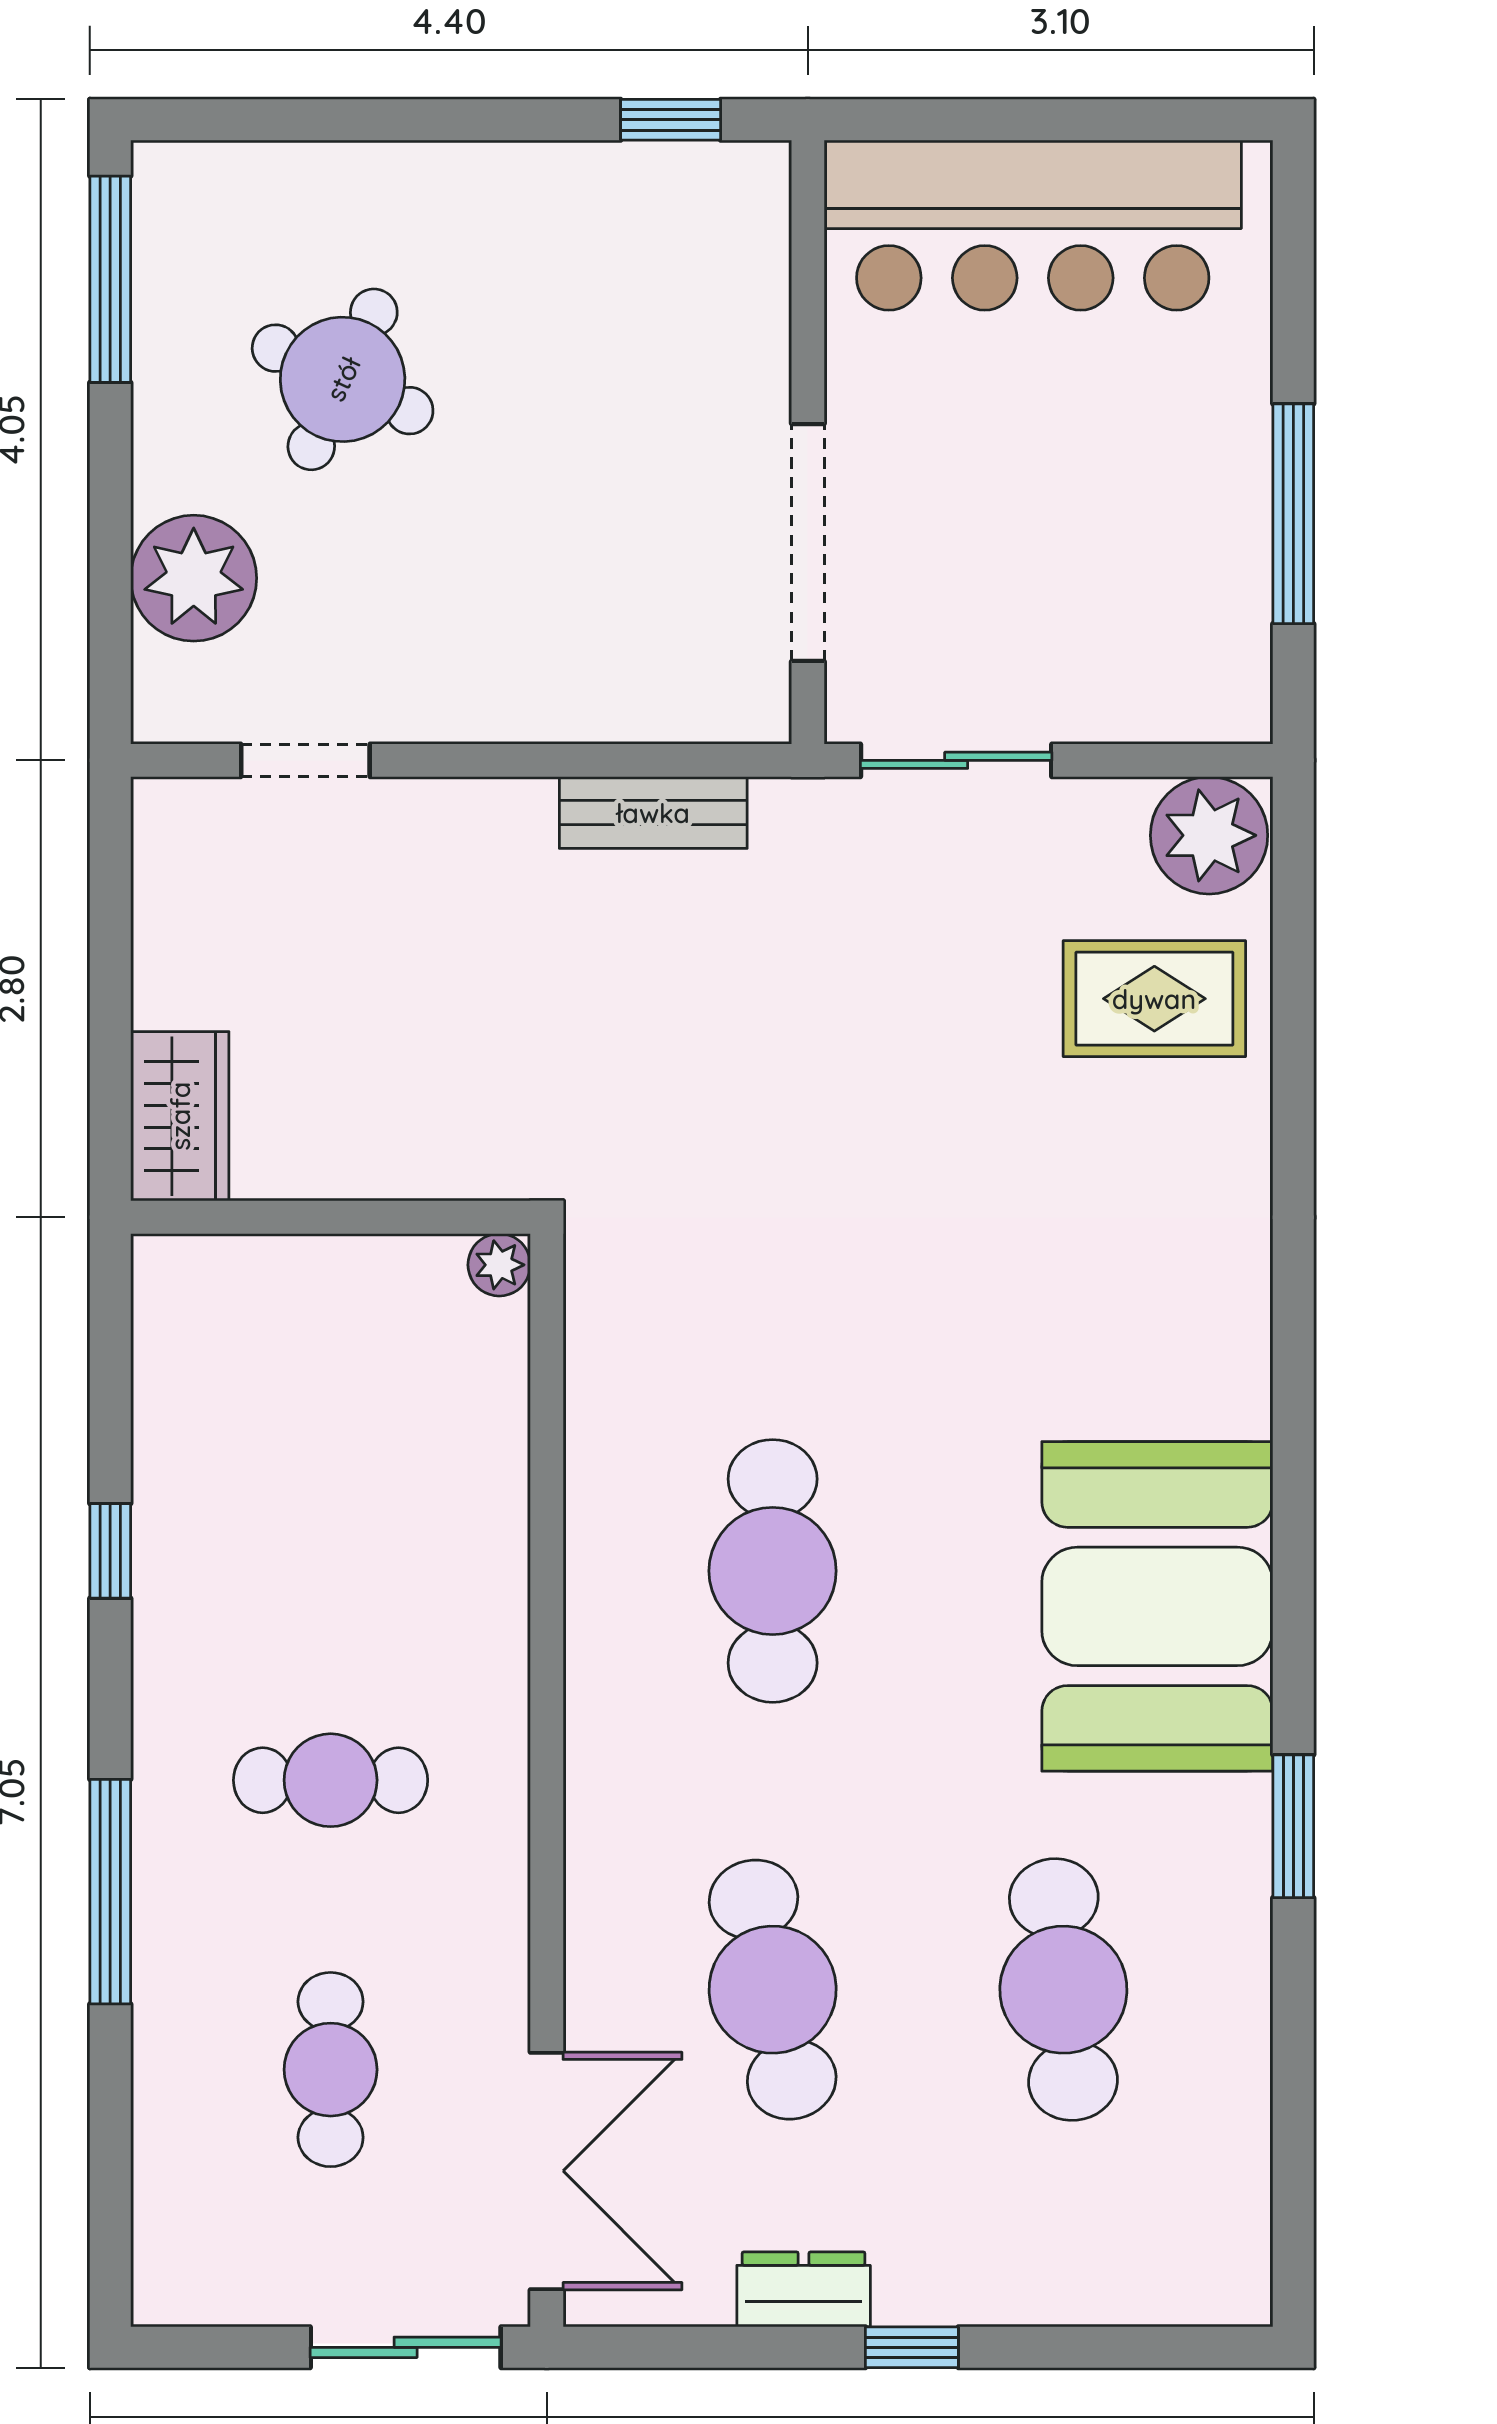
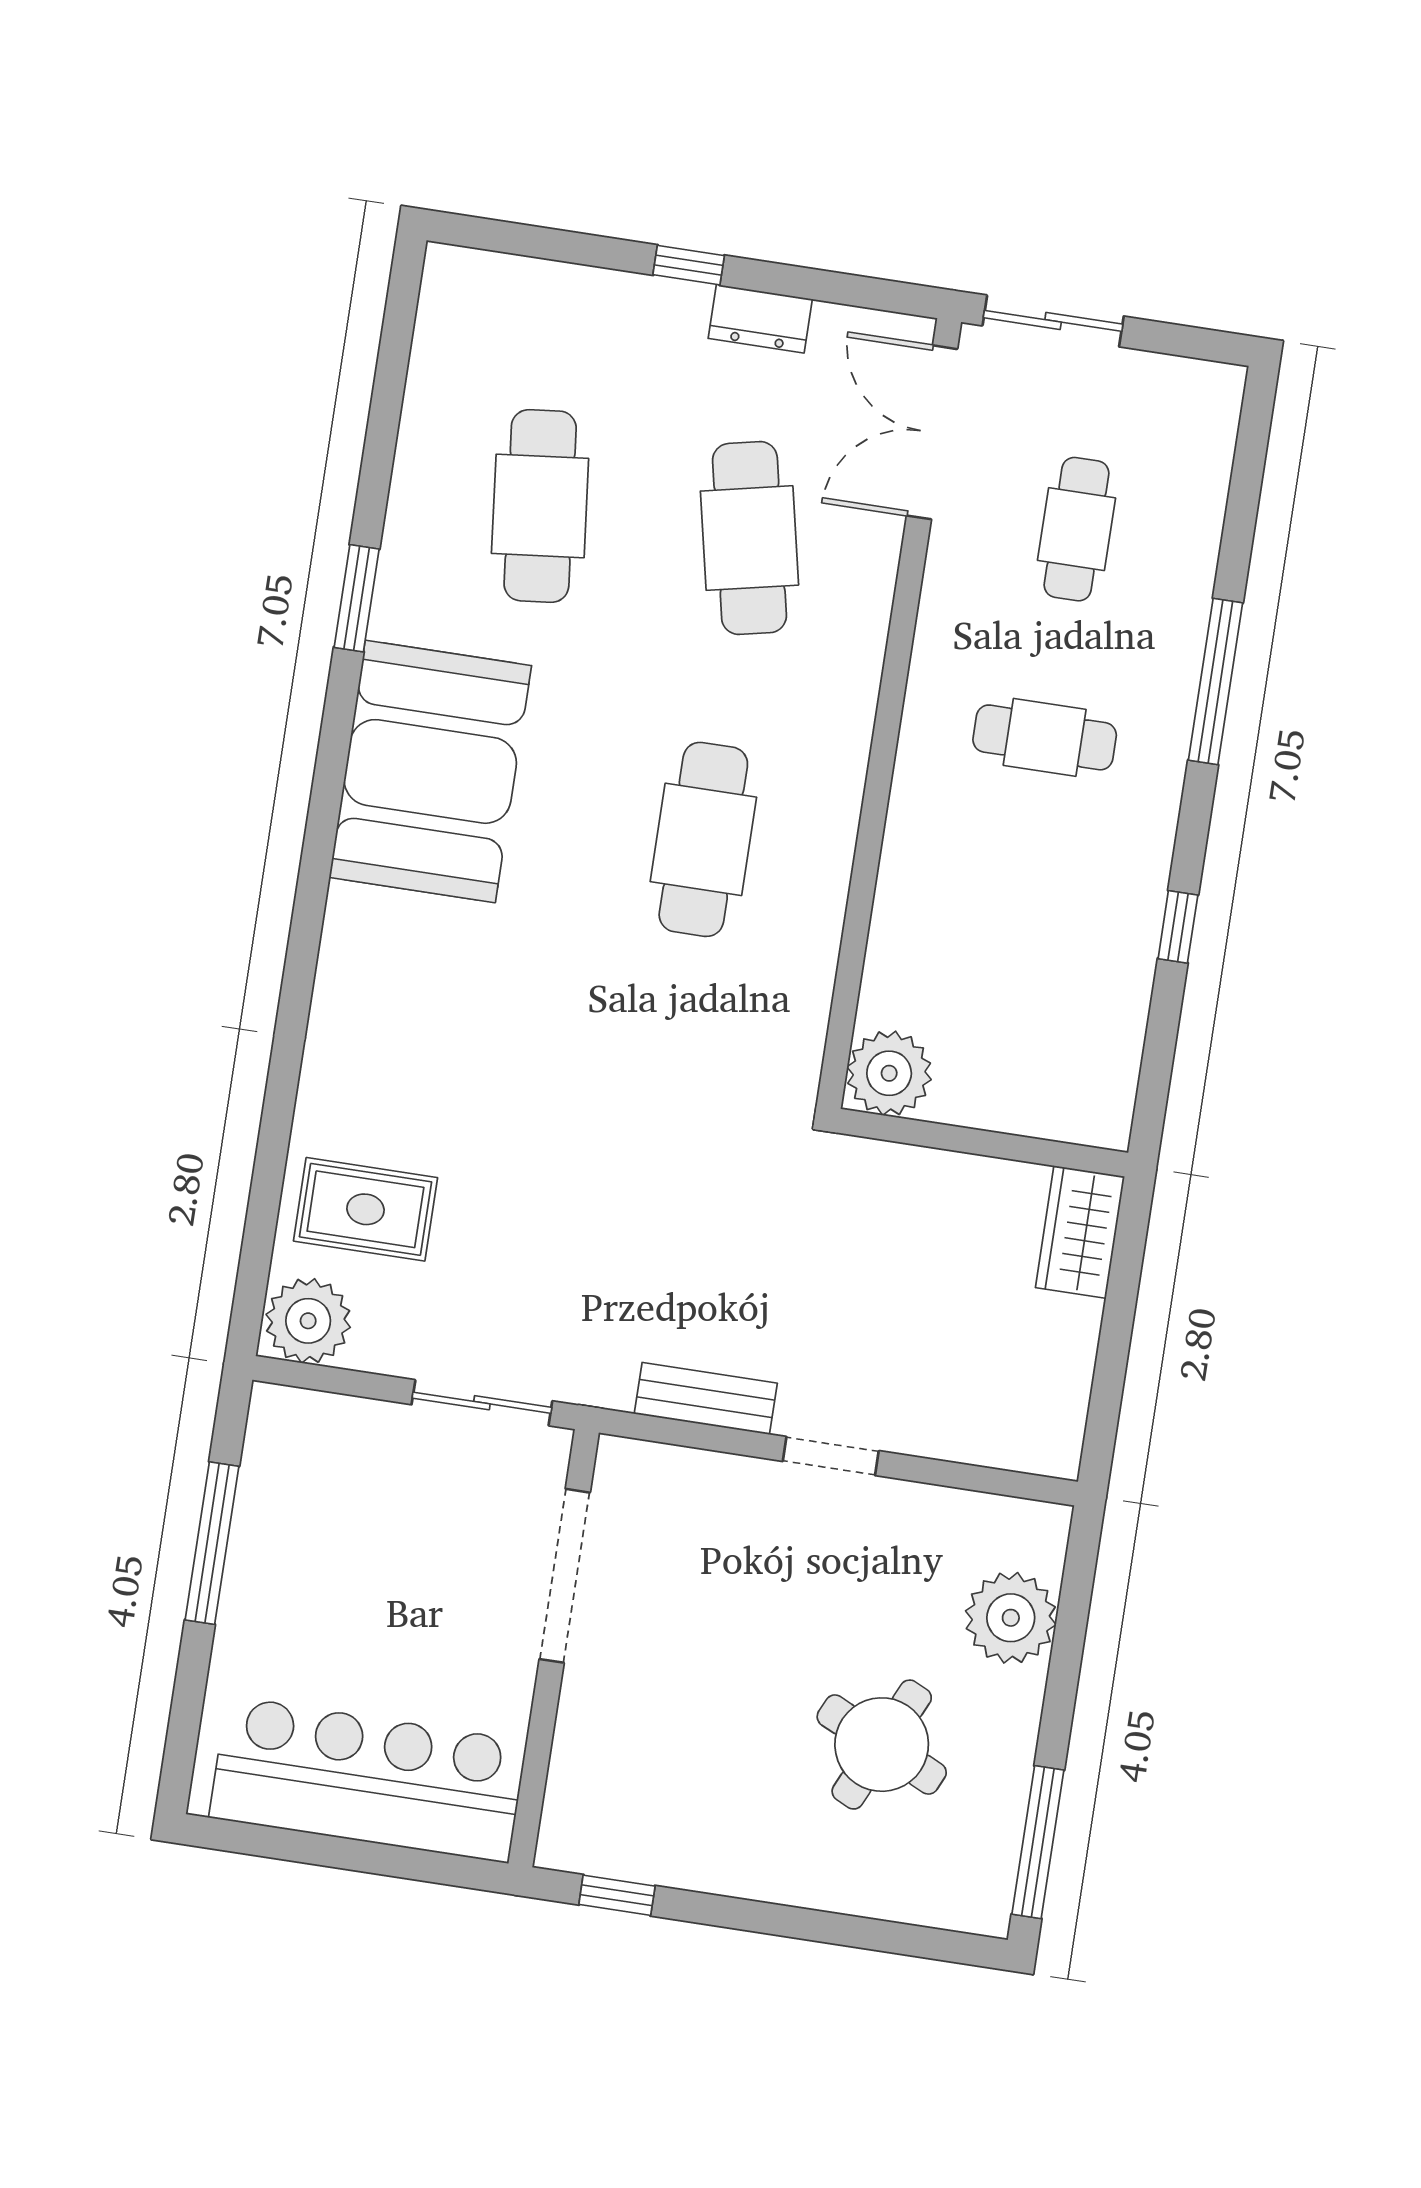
doorway: (305, 760) -> (831, 1456), moved
plant: (499, 1265) -> (889, 1073), width x1.88, depth x1.88

